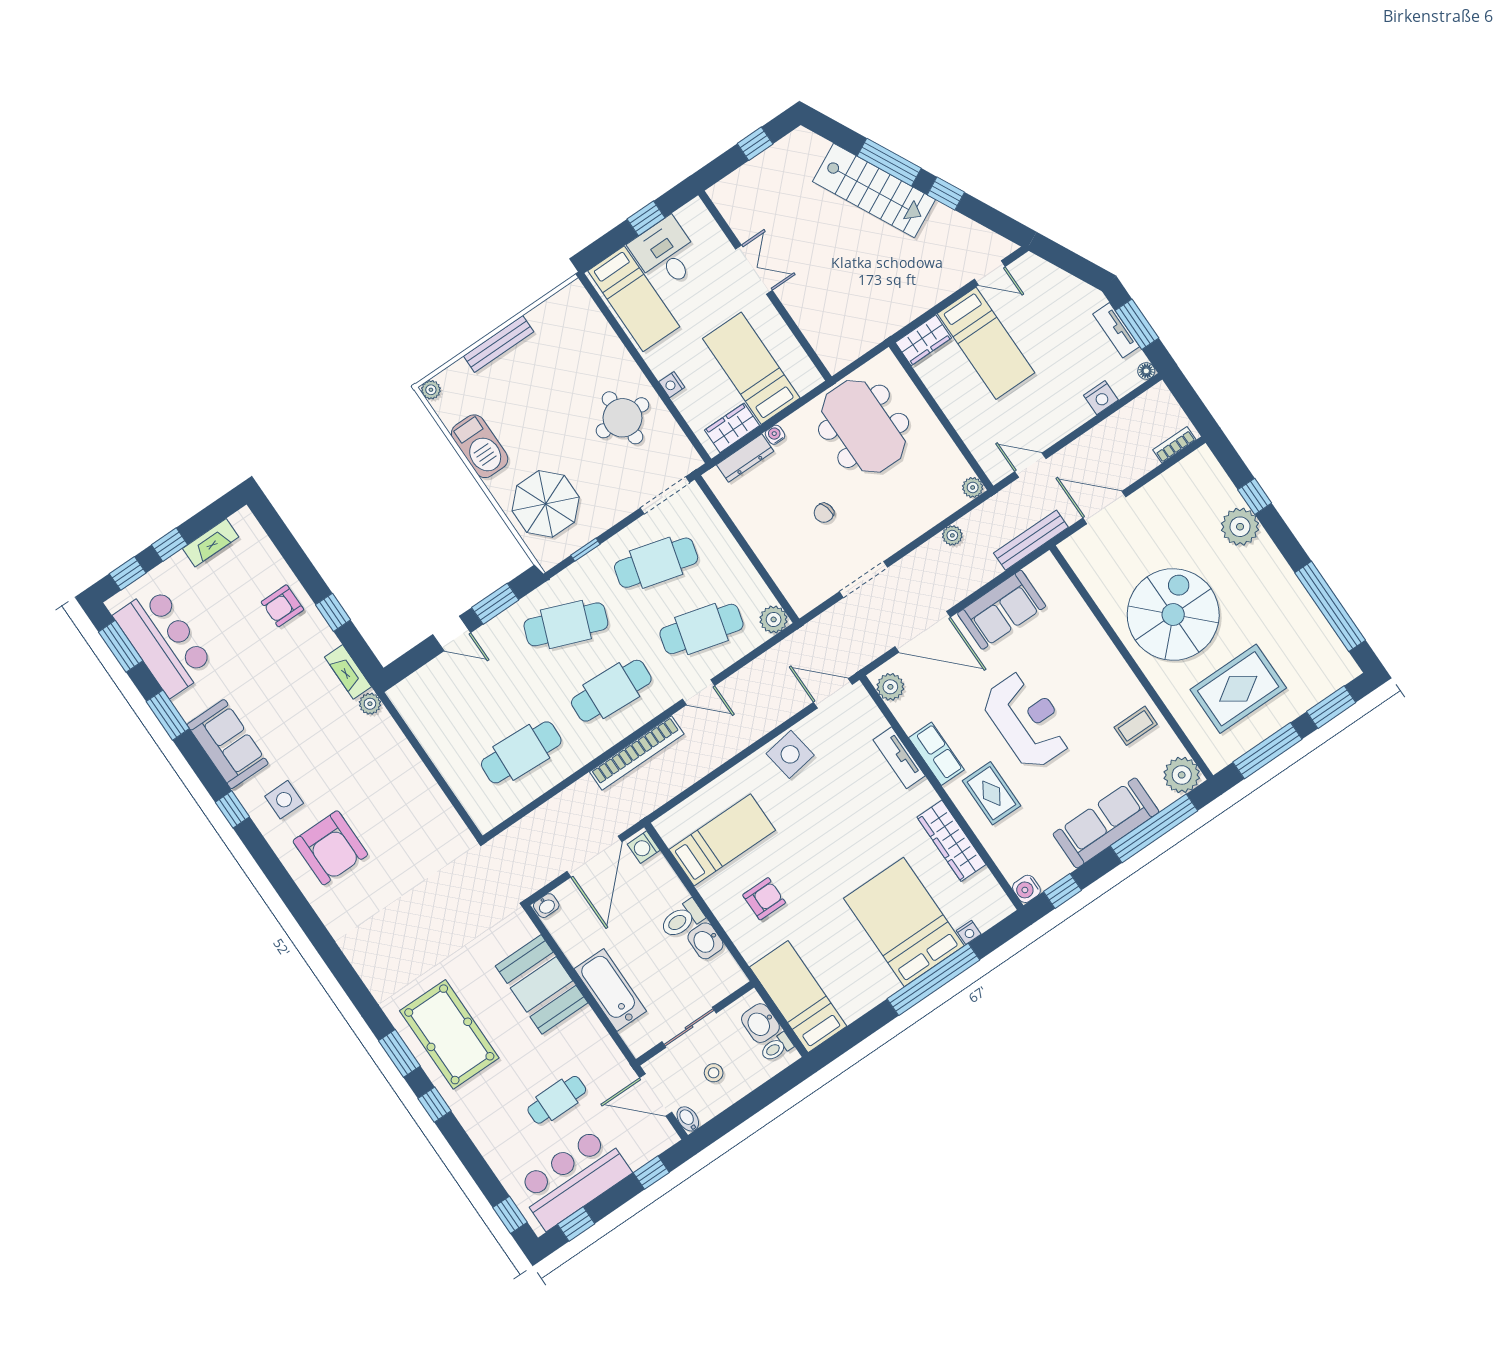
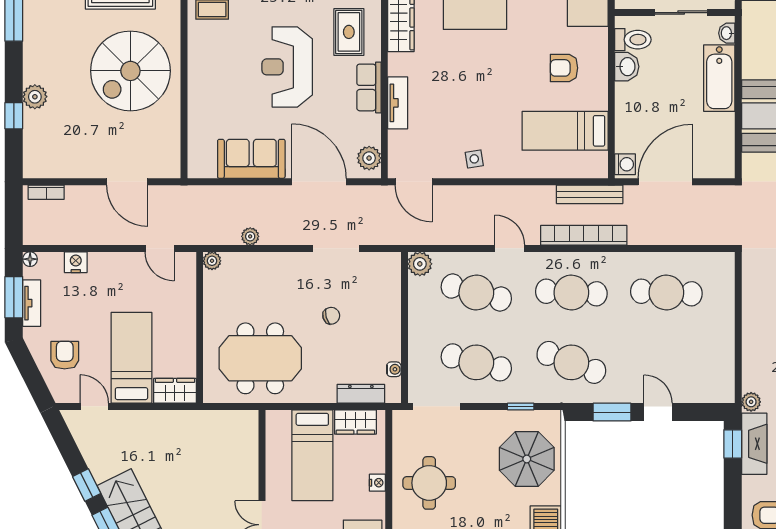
armchair: (1051, 302) -> (65, 355), added
meeting table: (864, 426) -> (260, 358), turned 90
water cooler: (775, 435) -> (394, 369), moved, turned -90
plant: (1240, 527) -> (35, 97), width x0.73, depth x0.73
bench: (1031, 540) -> (590, 194), moved
window: (333, 612) -> (733, 444), moved
fireplace: (348, 672) -> (754, 444), width x1.37, depth x1.32
side table: (790, 754) -> (474, 159), width x0.54, depth x0.54
washbasin: (546, 906) -> (727, 33), moved, turned -90
toilet: (682, 919) -> (633, 40), moved

